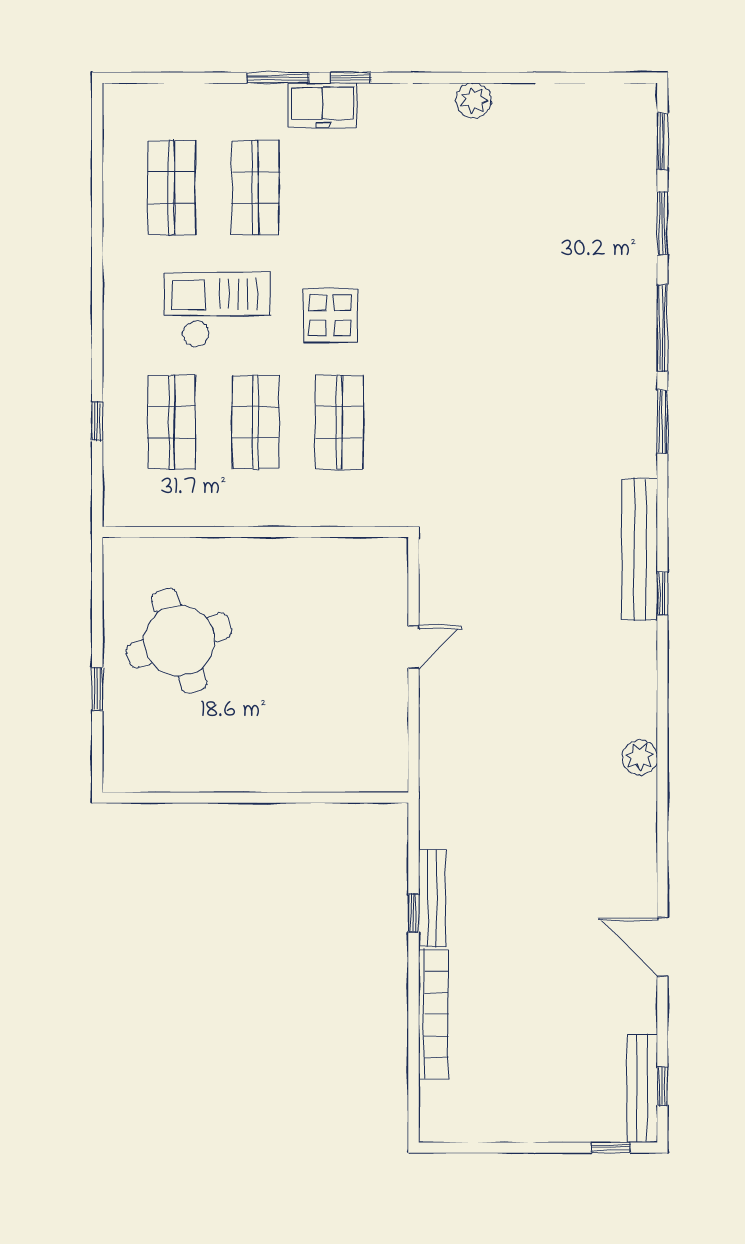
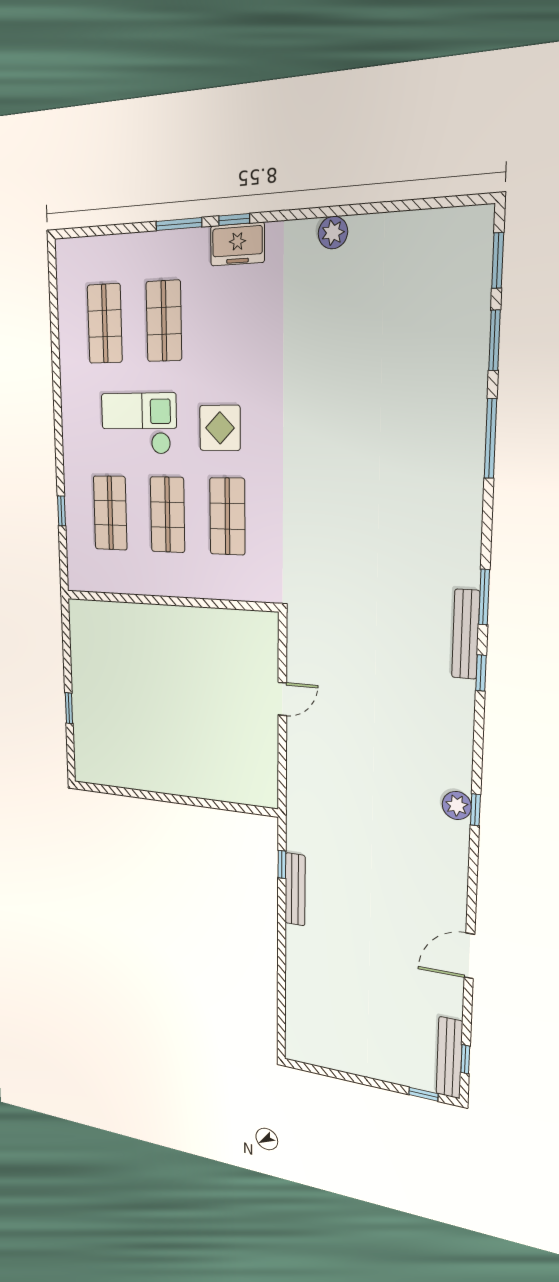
freezer: (323, 105) -> (237, 244), moved
window: (662, 422) -> (484, 597), moved
bench: (640, 549) -> (466, 634), width x0.73, depth x0.82
round table: (179, 641) -> (120, 679), removed
window: (662, 760) -> (475, 810), added
window: (413, 913) -> (282, 864), moved
door: (662, 947) -> (469, 956), hinge flipped
bookcase: (433, 1014) -> (295, 973), removed

